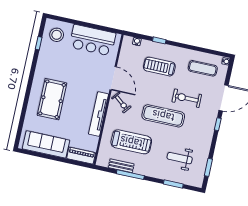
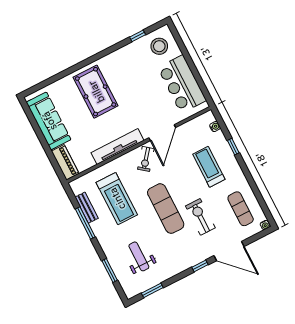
pool table: (52, 99) -> (96, 92), turned 90

